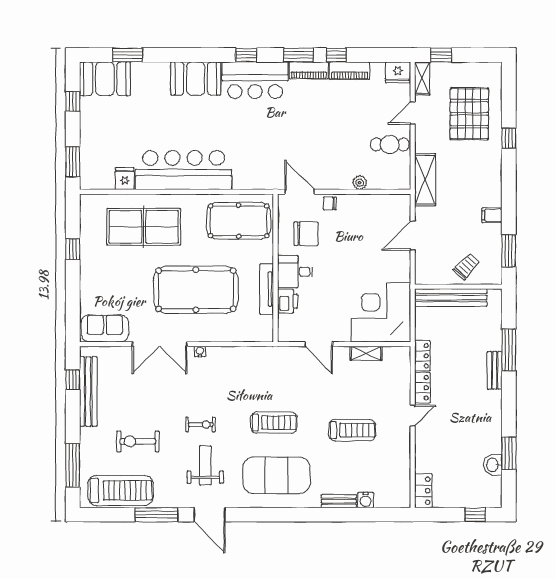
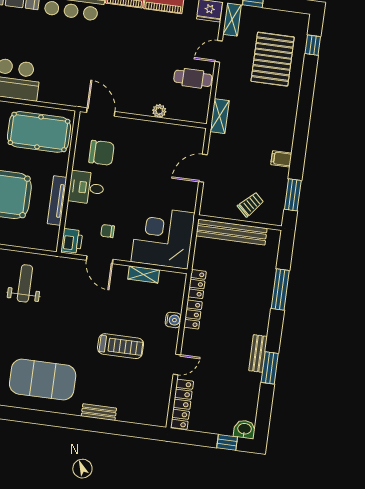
window: (509, 138) -> (313, 45), moved
shelving: (425, 180) -> (220, 116), width x0.67, depth x0.75
chair: (330, 203) -> (108, 231), moved
printer: (287, 301) -> (72, 241), moved
bench: (495, 370) -> (258, 353), moved
weight bench: (245, 379) -> (25, 283), added
door: (413, 416) -> (177, 365), moved
treadmill: (274, 423) -> (47, 329), removed
window: (509, 453) -> (270, 368), moved
washbasin: (493, 465) -> (244, 429), moved, turned 90
locker: (423, 491) -> (182, 404), width x1.53
water cooler: (366, 500) -> (173, 320), moved, turned -90

